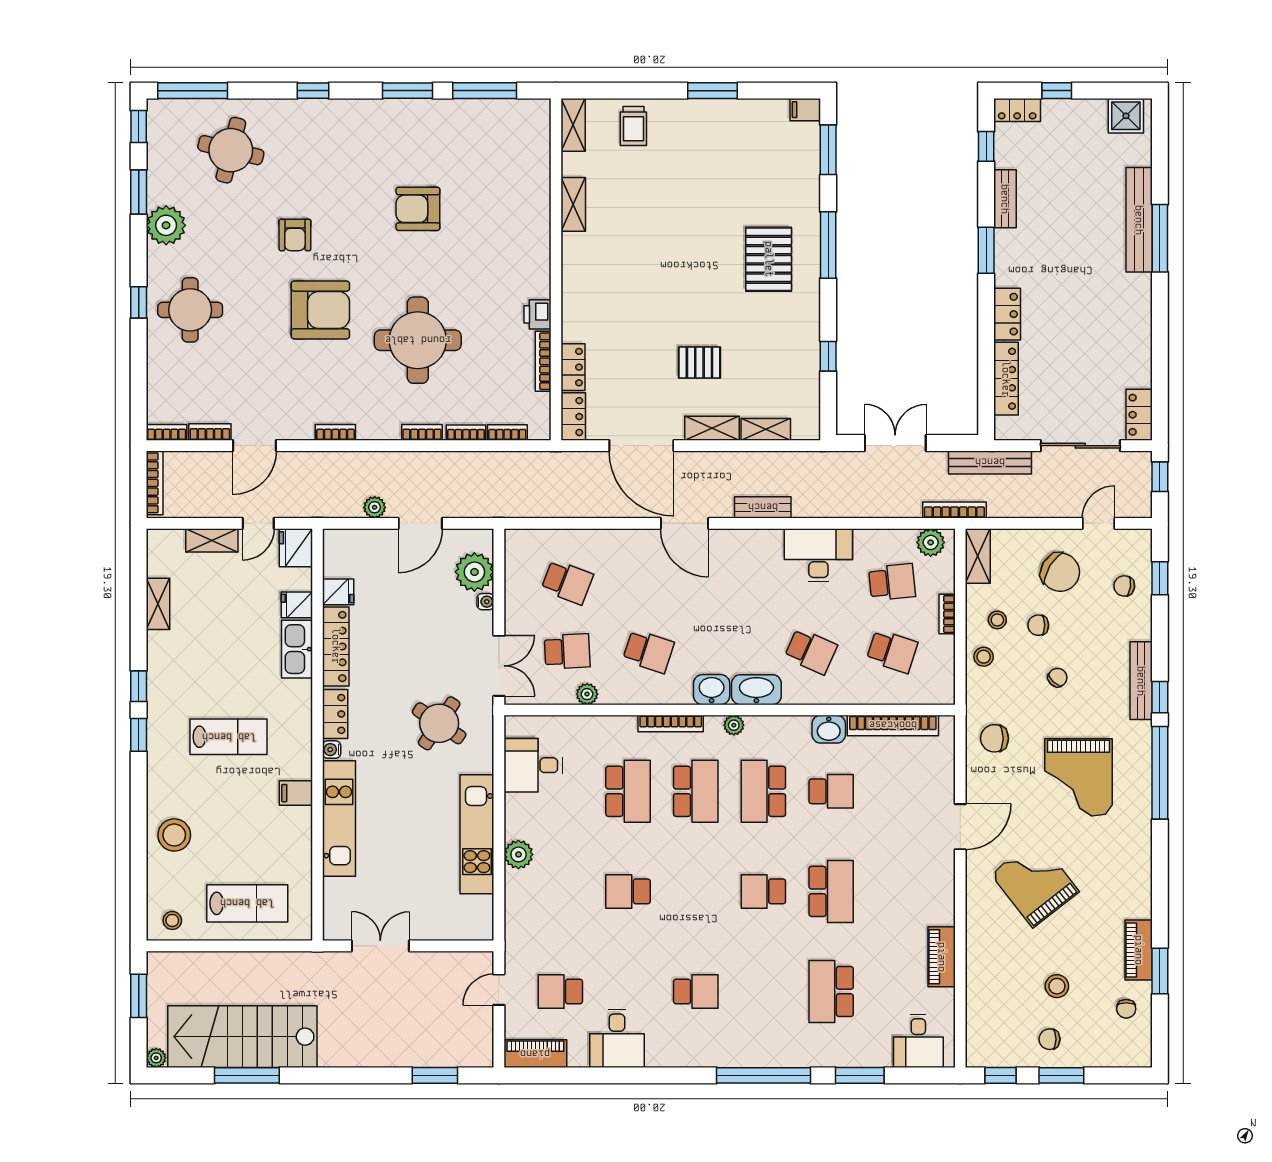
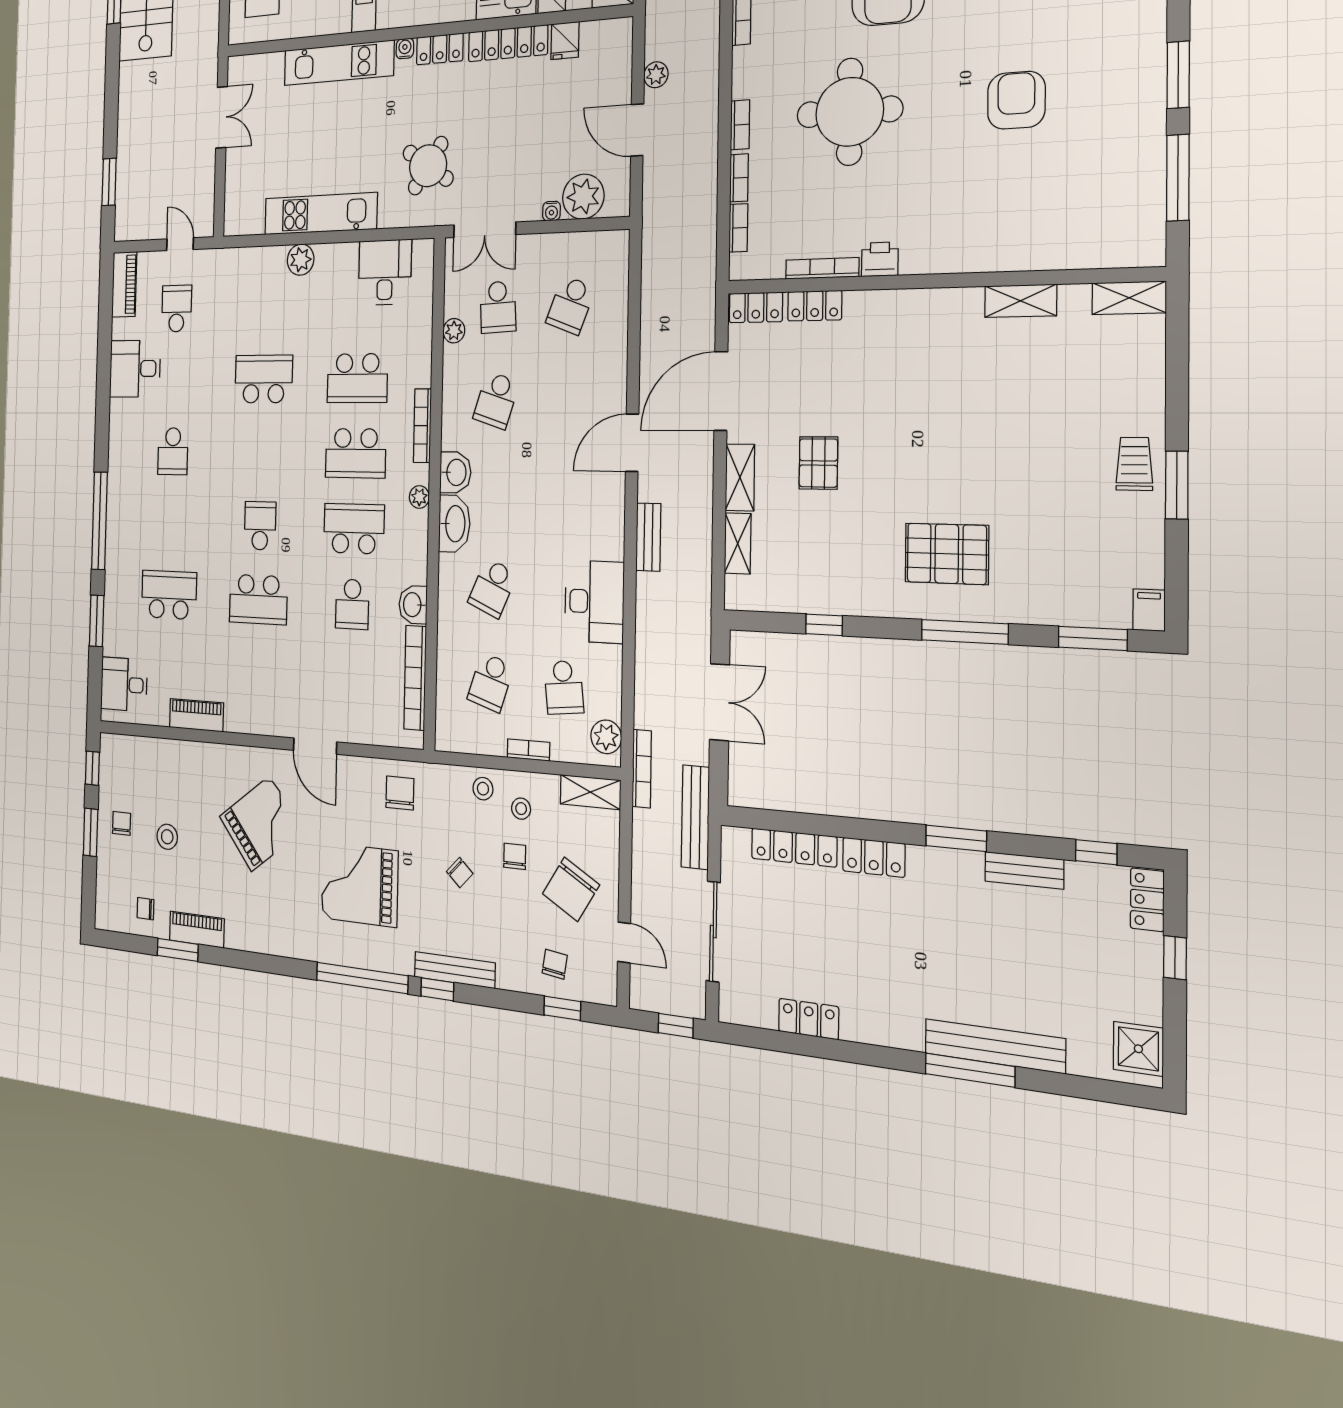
trolley: (633, 126) -> (1134, 464), moved, turned 90
locker: (1139, 415) -> (809, 1019), moved
school desk: (628, 891) -> (264, 379), width x1.85

